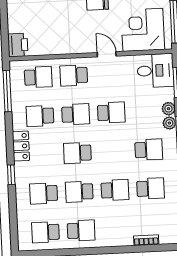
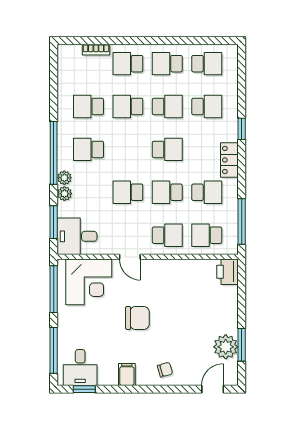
school desk: (117, 229) -> (128, 64), added

